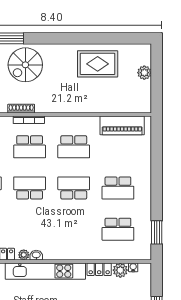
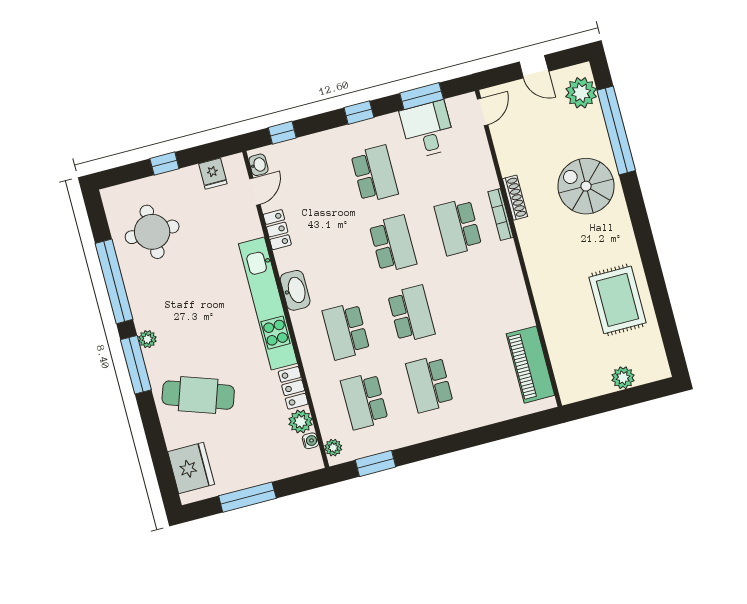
school desk: (74, 147) -> (346, 331), moved
plant: (24, 255) -> (333, 448), moved
washbasin: (36, 255) -> (295, 290), width x1.91, depth x1.45

